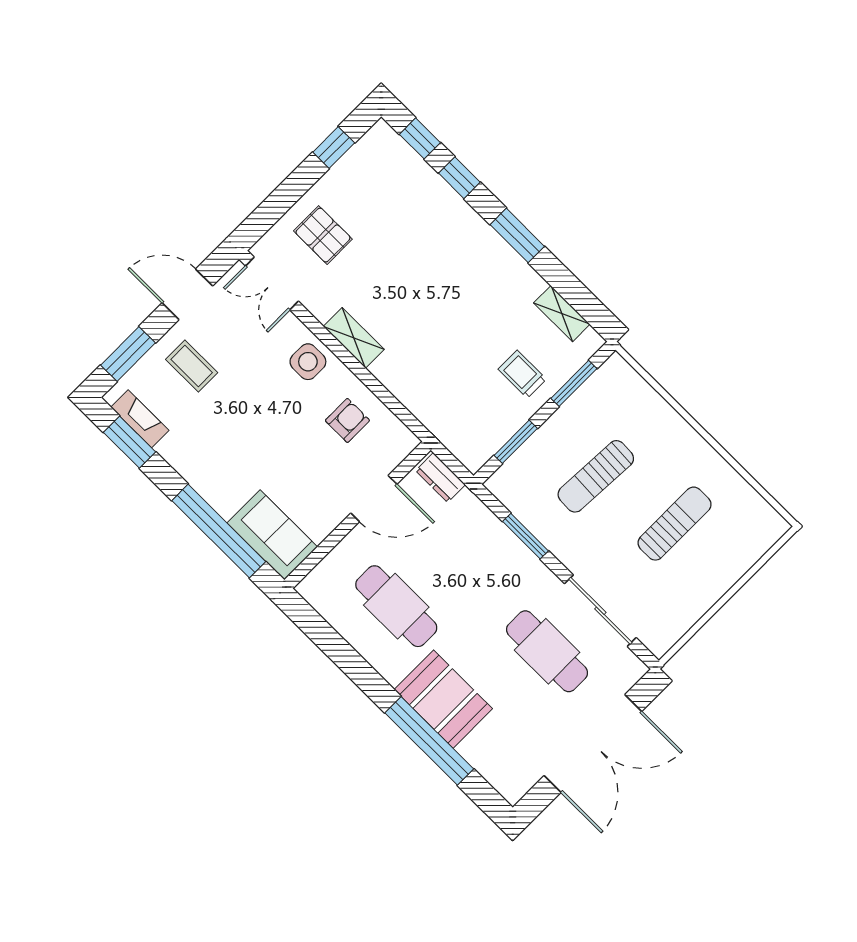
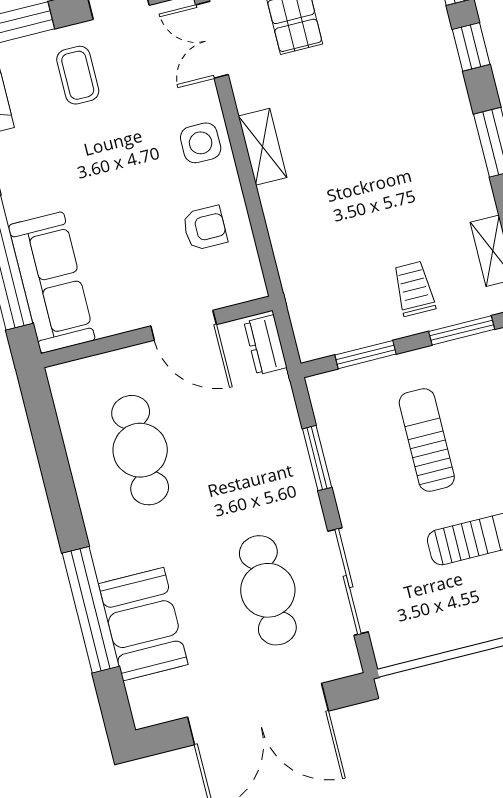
sun lounger: (596, 476) -> (427, 440), turned 87
sofa: (272, 535) -> (52, 282), width x1.36
booth: (443, 699) -> (143, 624), moved

